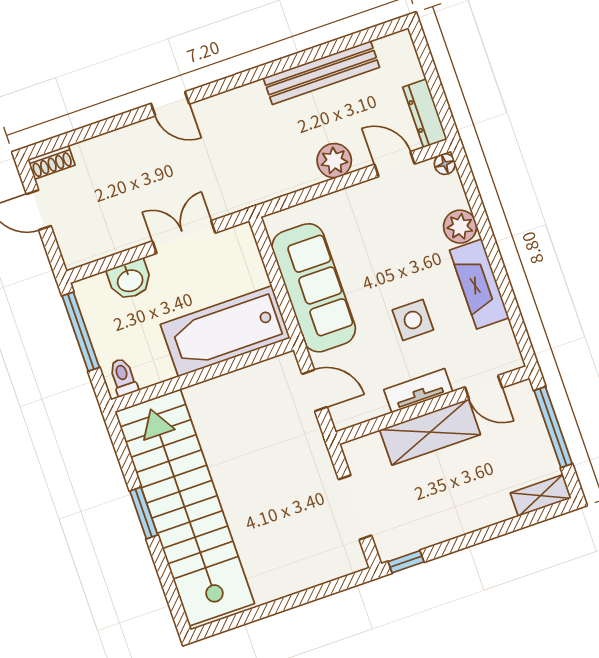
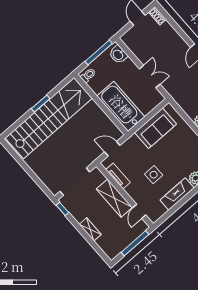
washbasin: (130, 280) -> (118, 55), moved
sofa: (314, 288) -> (156, 128), width x0.73
door: (315, 390) -> (112, 149), swing flipped
tv unit: (418, 391) -> (118, 176), moved
shelving: (540, 496) -> (90, 229), moved
doorway: (355, 507) -> (75, 182), width x1.36

